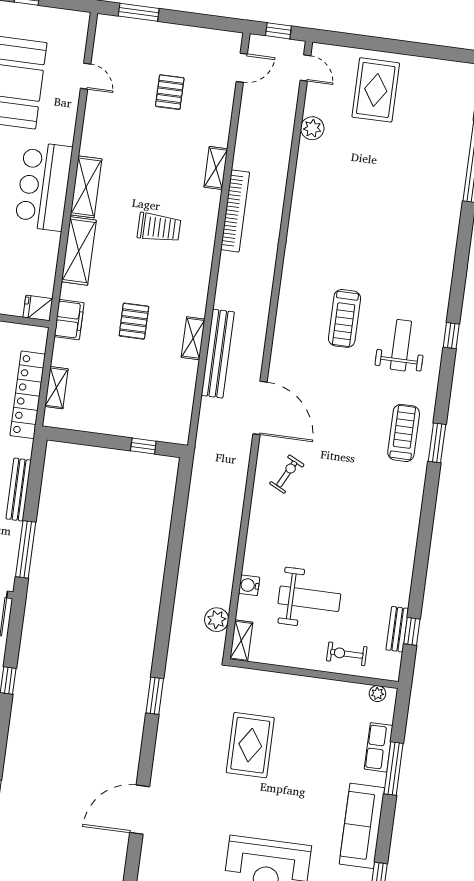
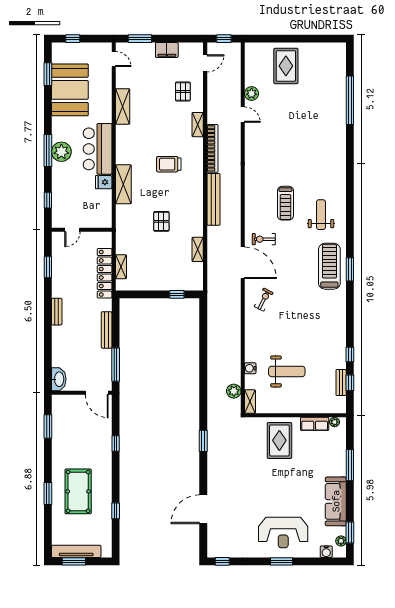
door: (305, 68) -> (243, 115), moved
door: (86, 76) -> (114, 59), moved
pallet: (170, 92) -> (183, 91), moved
shelving: (86, 187) -> (123, 106), moved
trolley: (159, 227) -> (169, 164), turned 180
fridge: (38, 308) -> (104, 182), moved
filing cabinet: (69, 320) -> (167, 50), moved, turned 90
window: (451, 336) -> (350, 354), moved
shelving: (193, 338) -> (198, 249), moved
bench: (218, 354) -> (213, 199), moved
treadmill: (404, 433) -> (329, 266), width x1.37, depth x1.38
exercise bike: (347, 654) -> (264, 239), moved
rug: (250, 745) -> (279, 440), moved
row of seats: (379, 747) -> (315, 424), moved, turned -90

